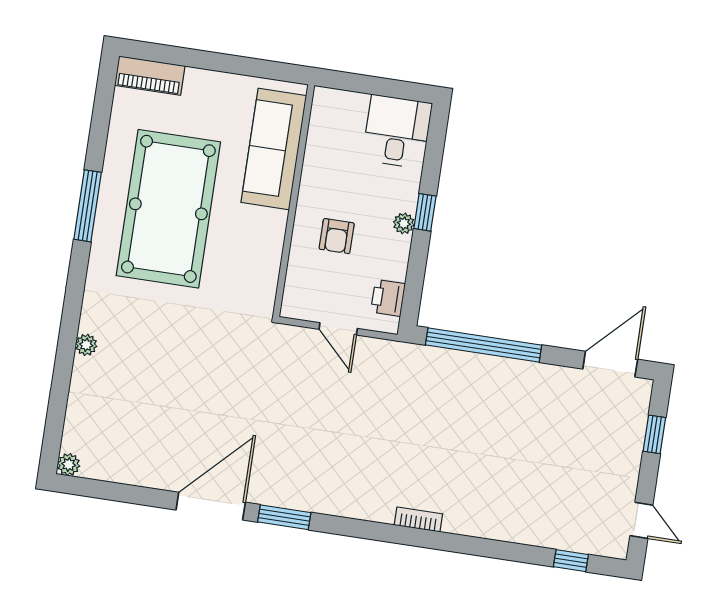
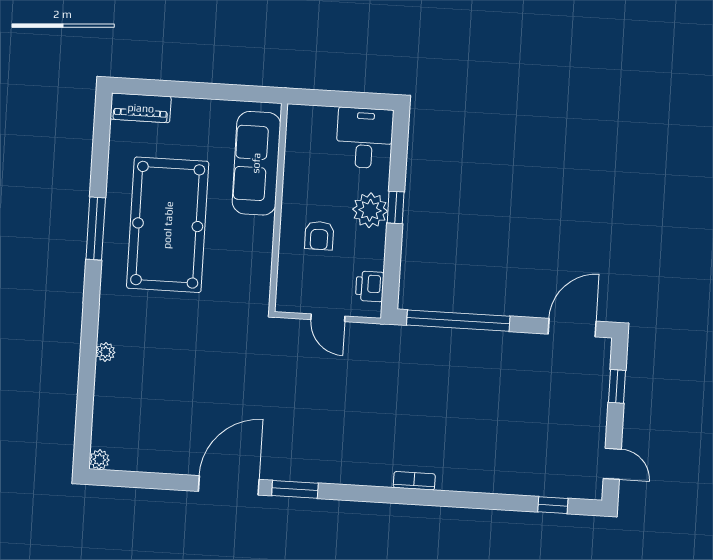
plant: (404, 223) -> (370, 210), width x1.88, depth x1.88

